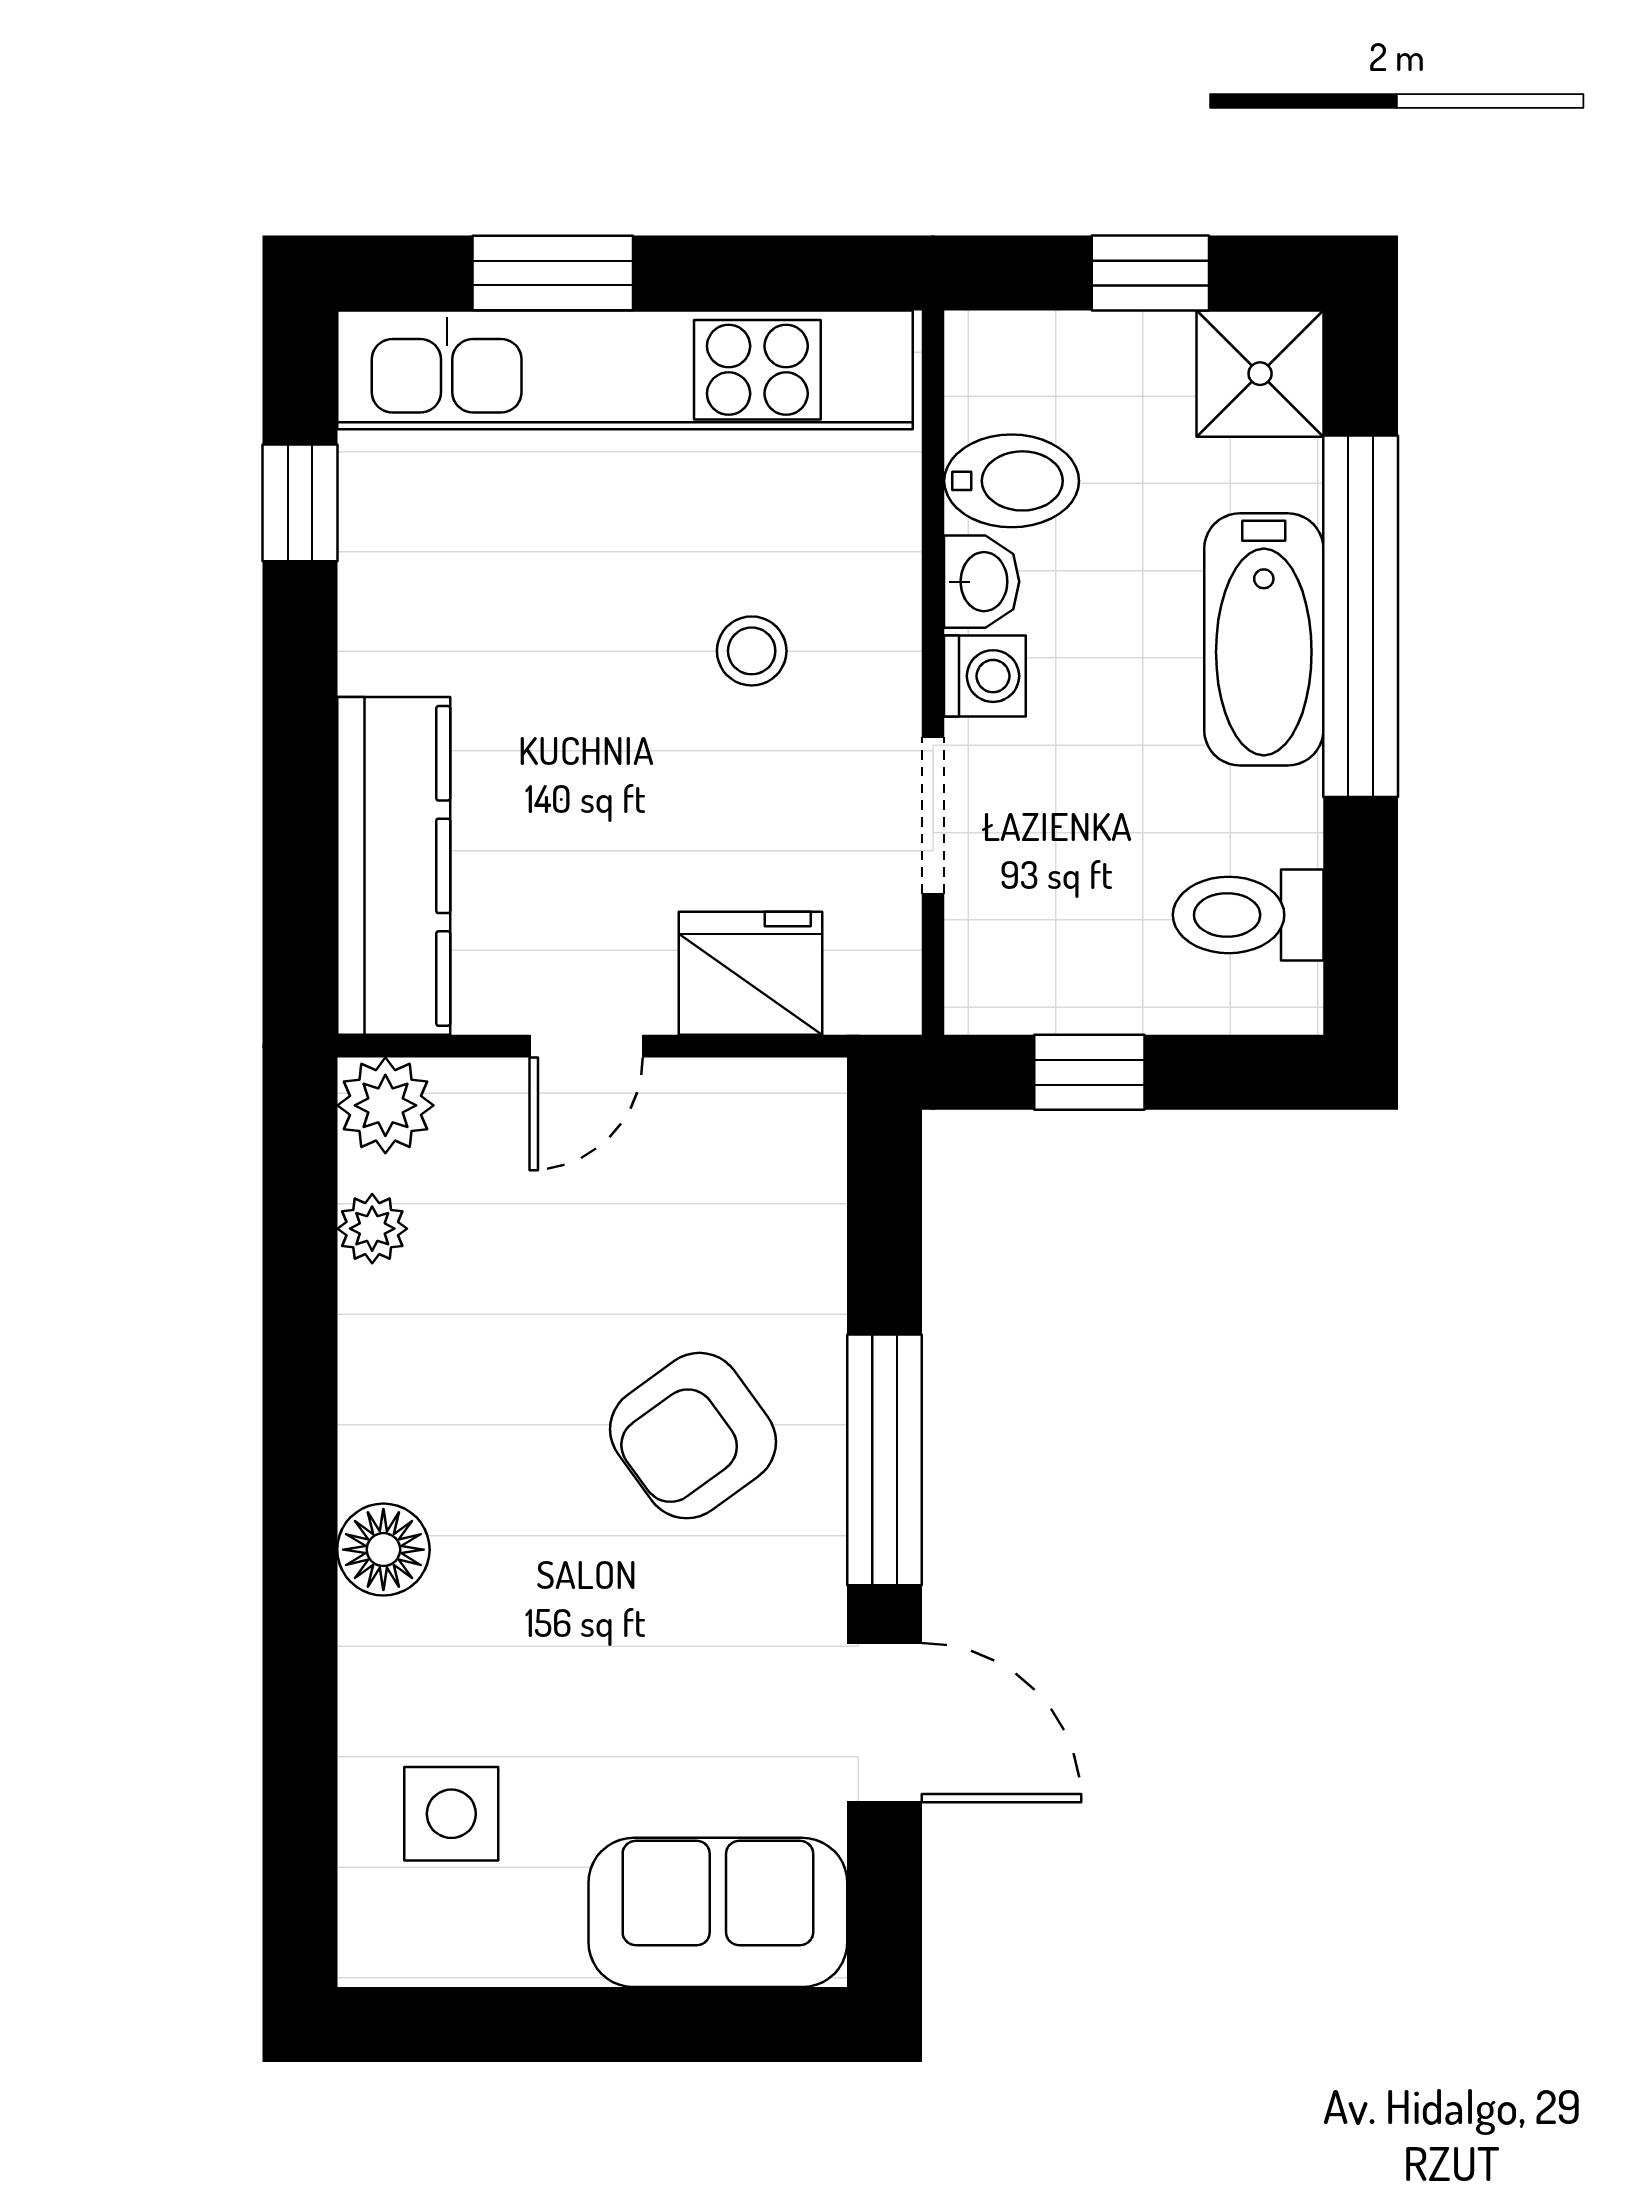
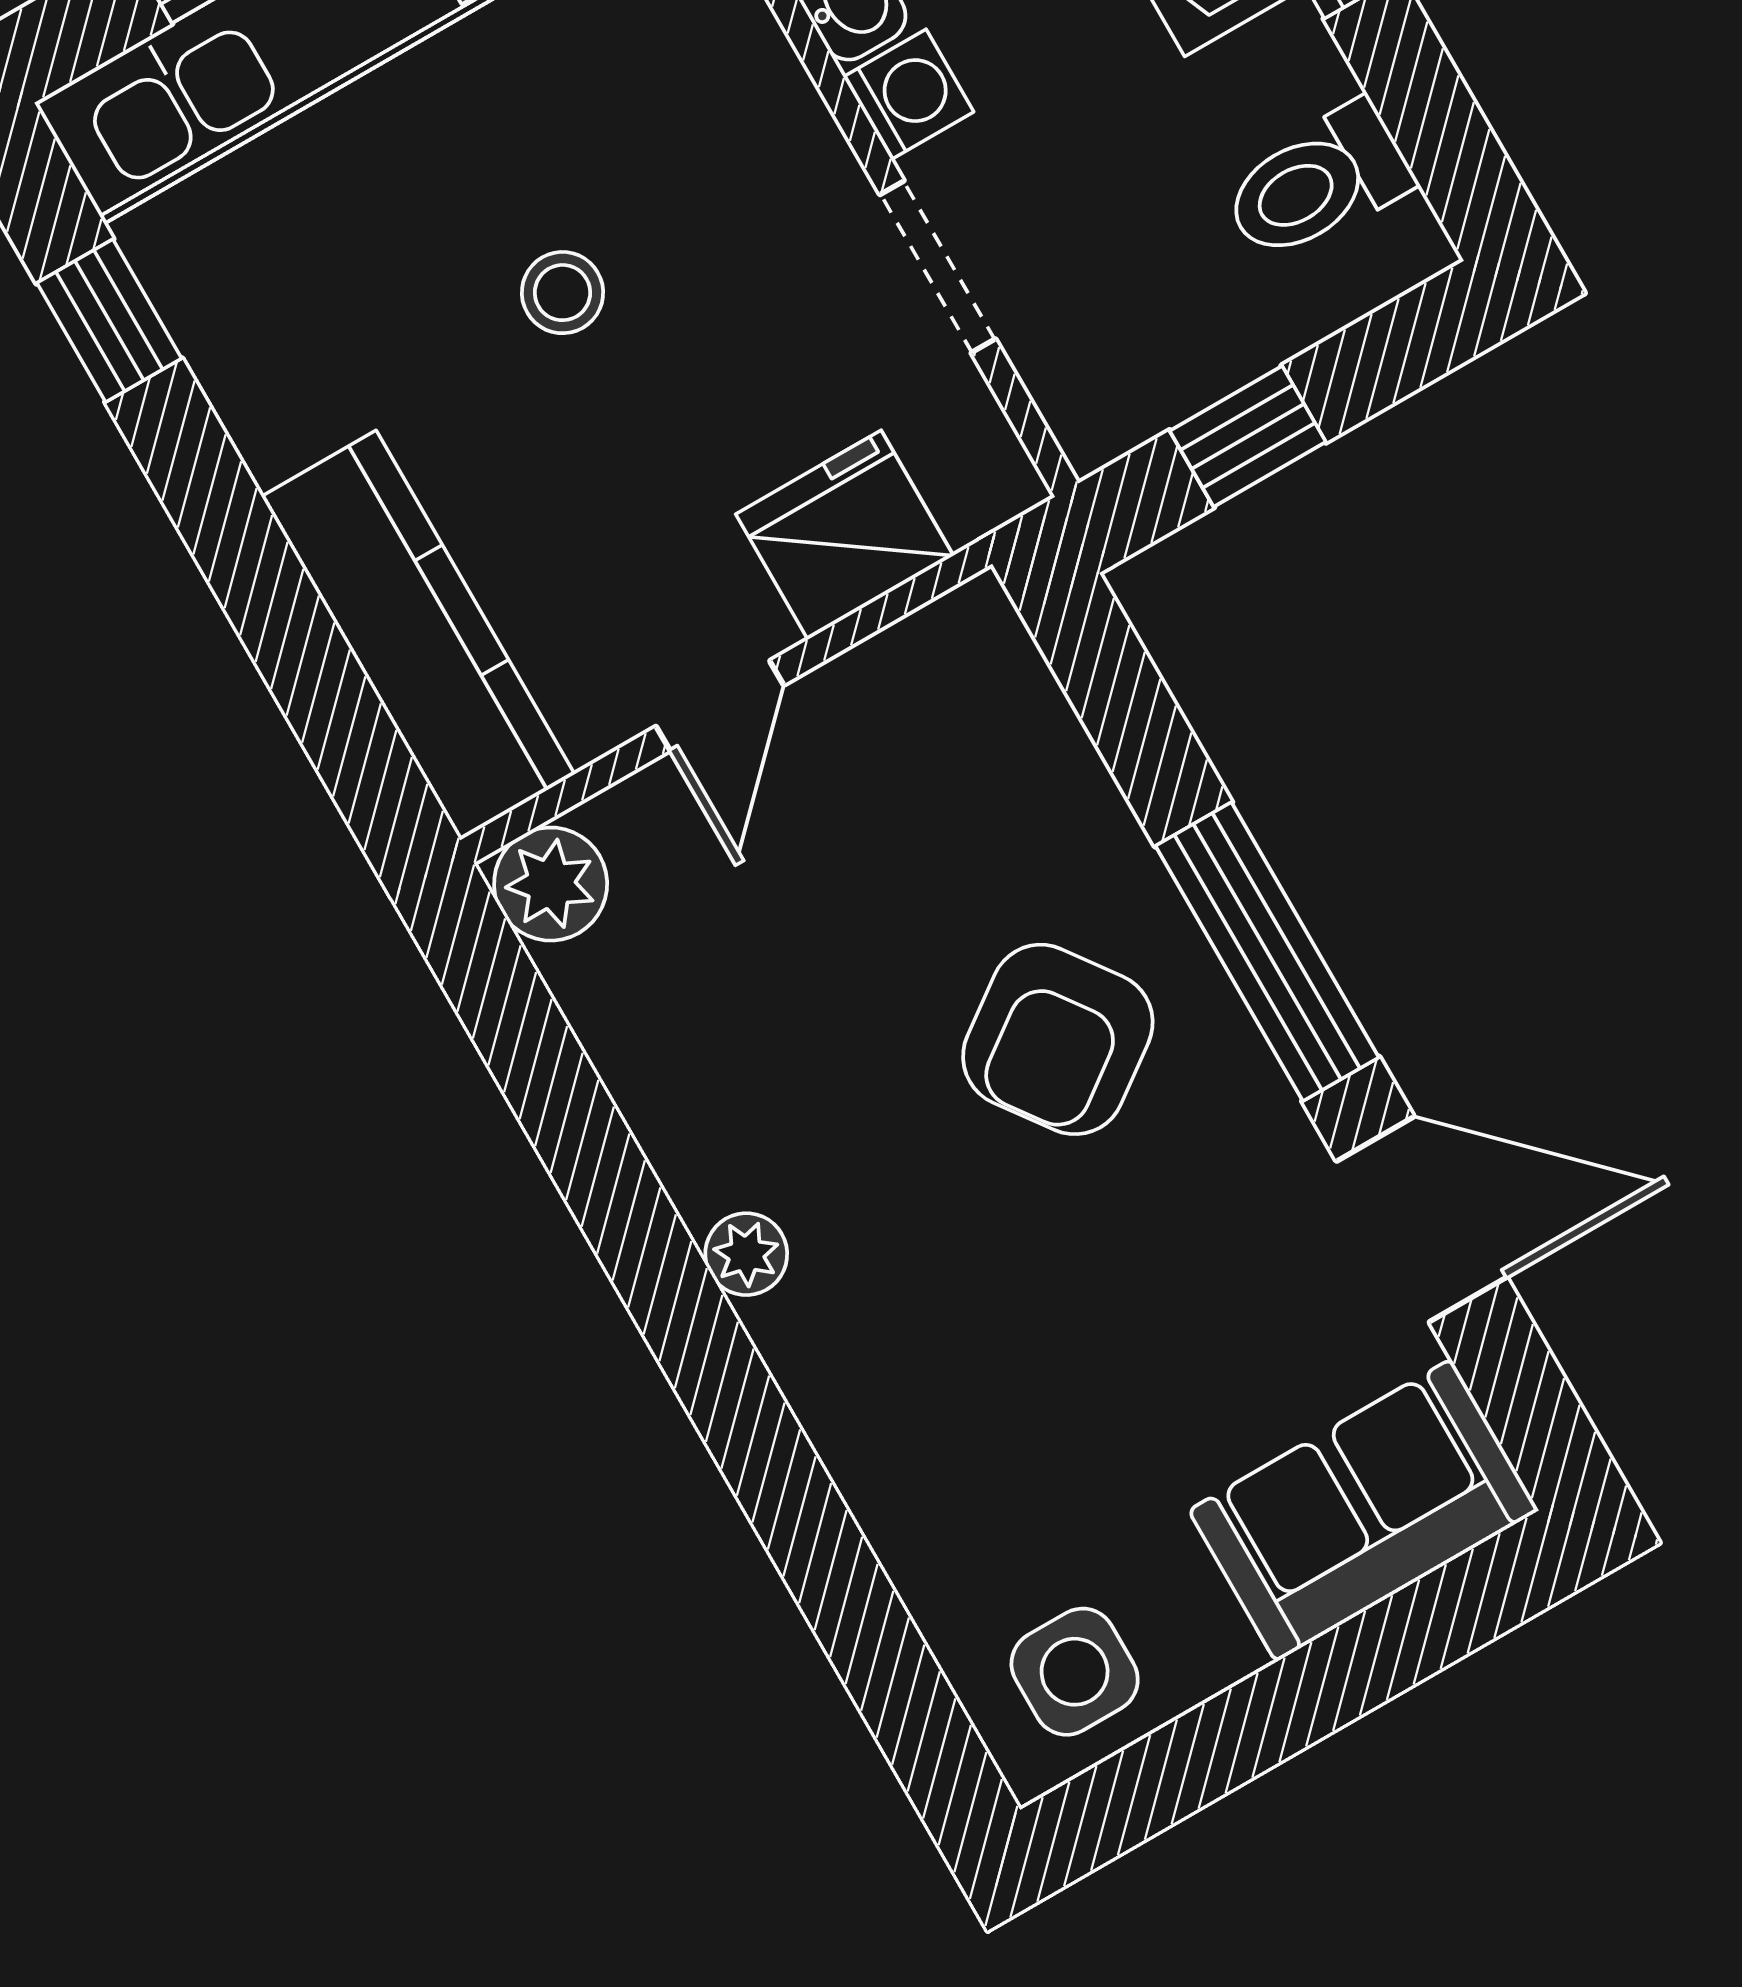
stool: (752, 651) -> (562, 293), moved
plant: (372, 1229) -> (746, 1254), moved
floor lamp: (383, 1550) -> (810, 1338), removed
side table: (451, 1814) -> (1075, 1672), moved

